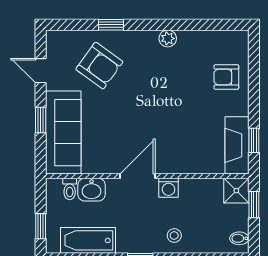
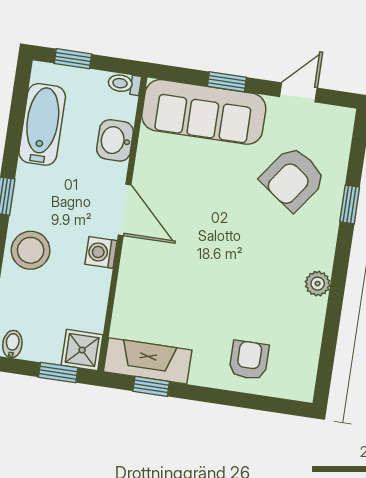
toilet: (70, 189) -> (124, 84), moved
stool: (174, 235) -> (31, 250), width x1.89, depth x1.89

